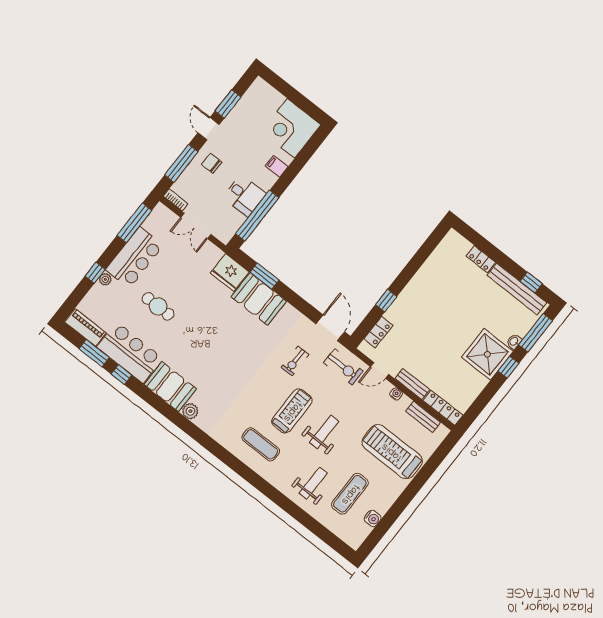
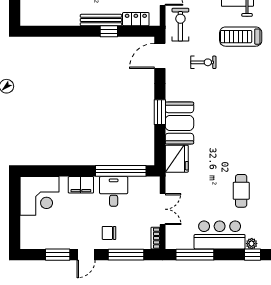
chair: (212, 163) -> (109, 233), turned 90
filing cabinet: (277, 166) -> (81, 185), width x2.00
window: (265, 276) -> (160, 112), moved
bench: (401, 301) -> (101, 20), added

